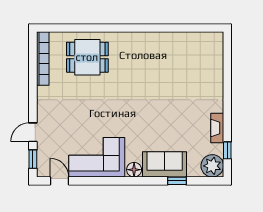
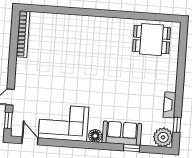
dining table: (87, 57) -> (152, 40), moved

